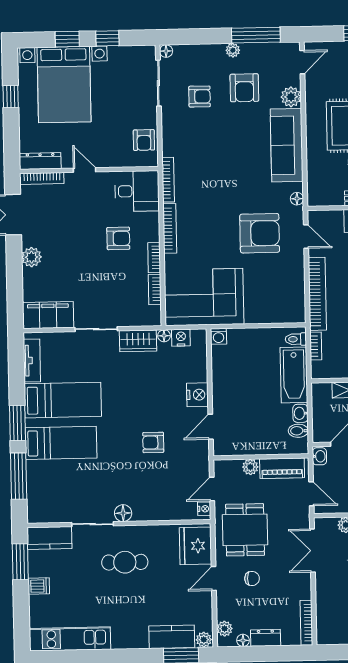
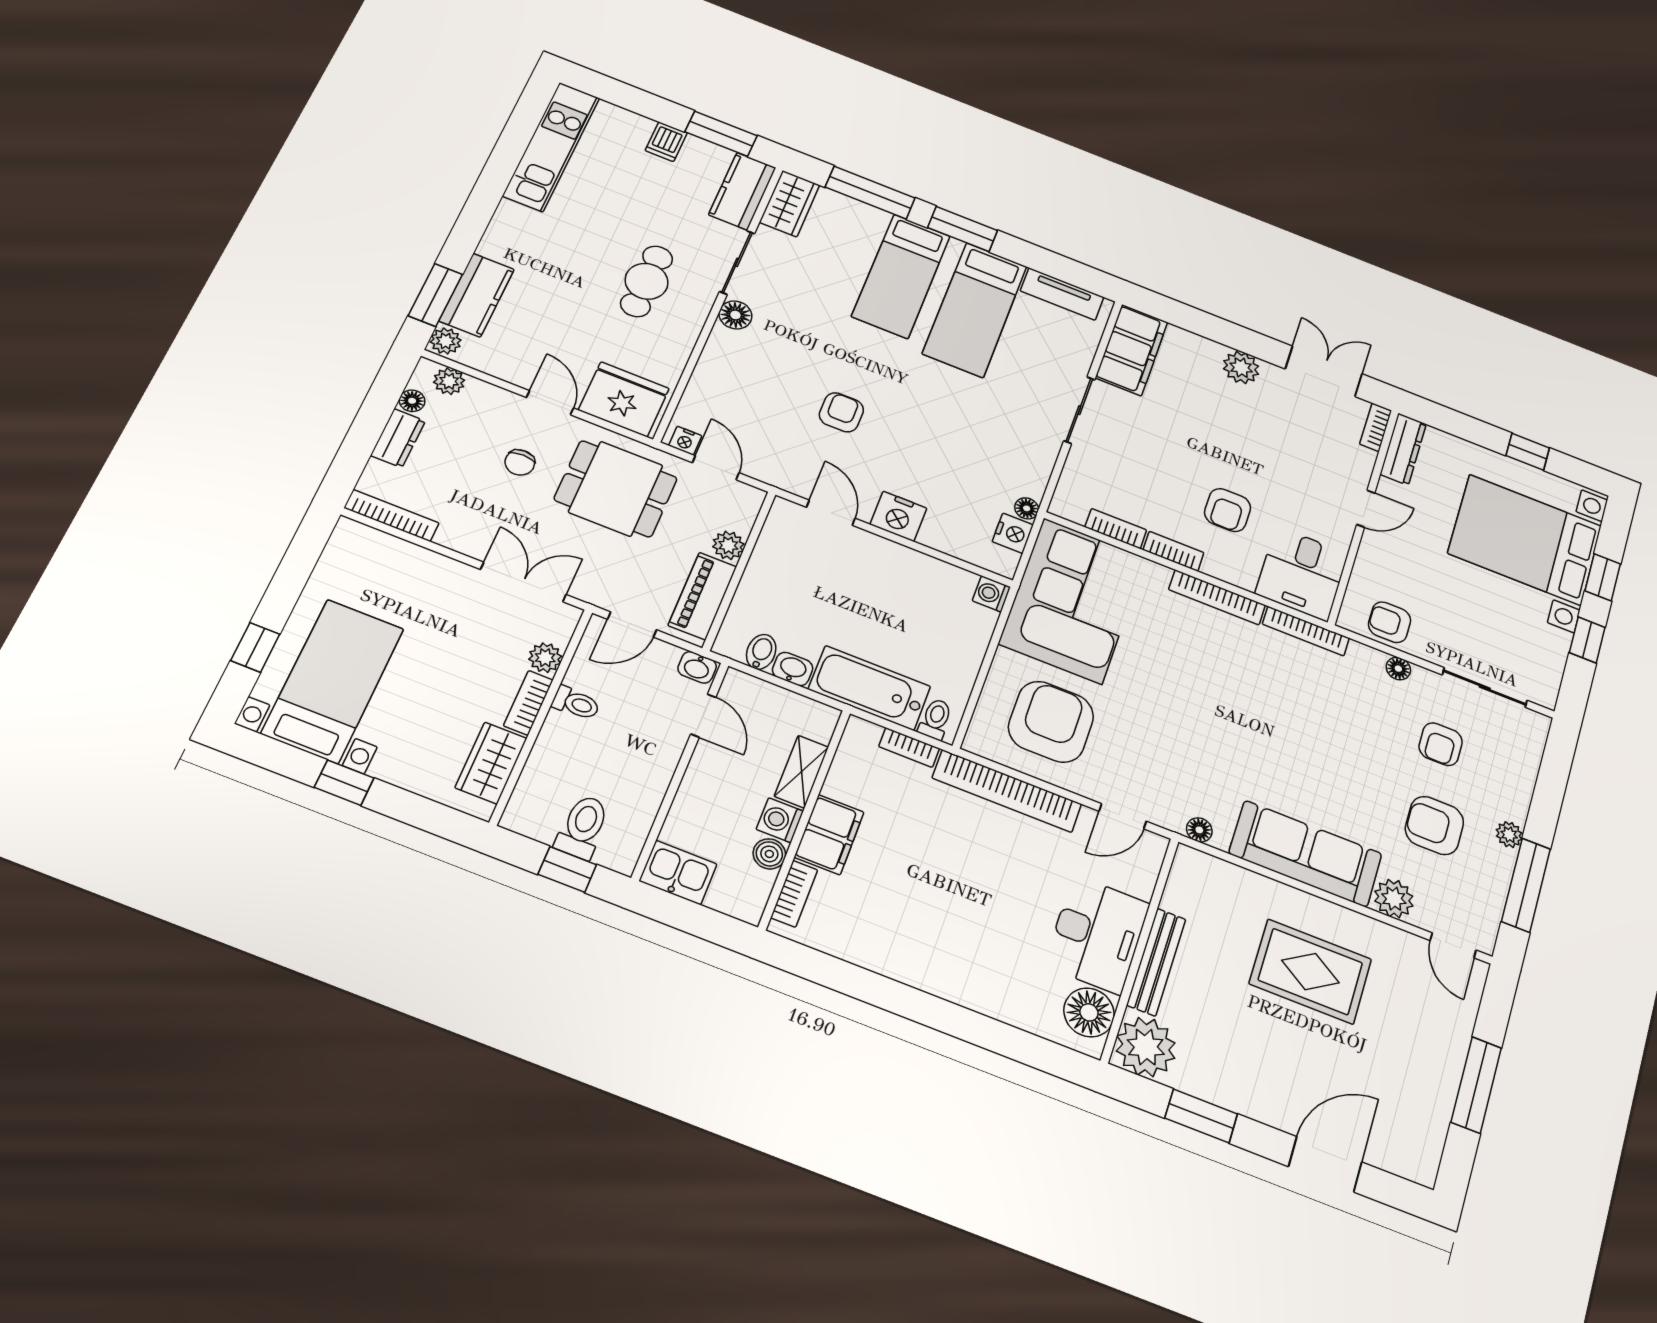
floor lamp: (166, 51) -> (1398, 669), moved
bookcase: (42, 178) -> (1376, 427), width x0.64
armchair: (260, 233) -> (1051, 722), moved, turned 180
wardrobe: (138, 341) -> (790, 204), moved, turned 180

